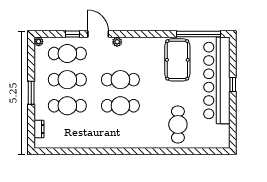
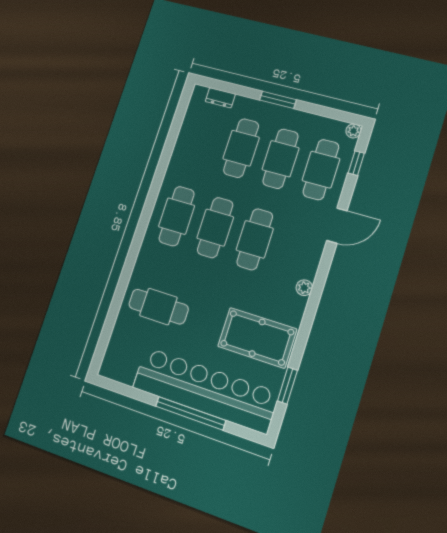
window: (72, 34) -> (356, 163), moved
window: (199, 34) -> (287, 386), width x0.47
plant: (117, 42) -> (304, 288), moved
window: (233, 85) -> (190, 413), width x3.17
cafe table: (120, 132) -> (177, 216), added

